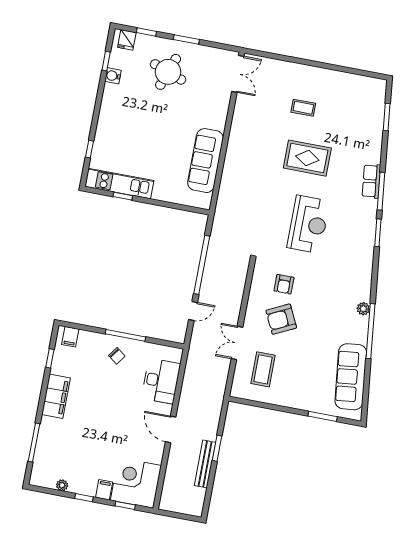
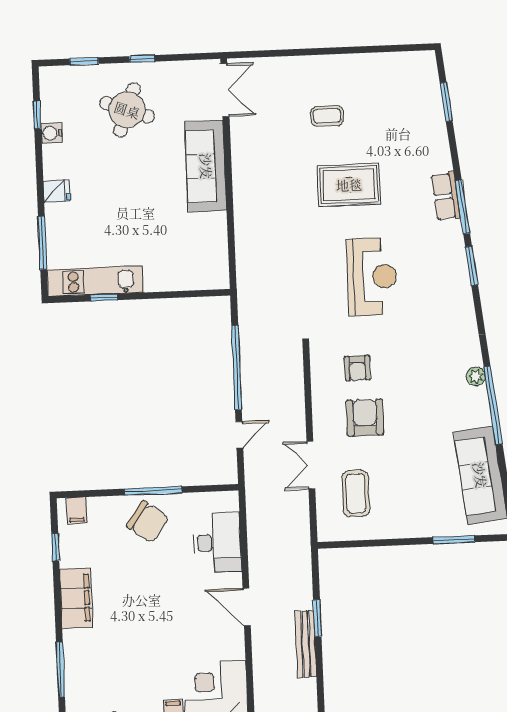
fridge: (127, 40) -> (57, 191), moved, turned -90
window: (186, 40) -> (142, 59), width x0.67
window: (89, 149) -> (43, 243), width x2.17
sofa: (205, 161) -> (206, 166), moved
armchair: (281, 319) -> (365, 418), turned 116
chair: (117, 356) -> (148, 522), width x1.87, depth x1.87

